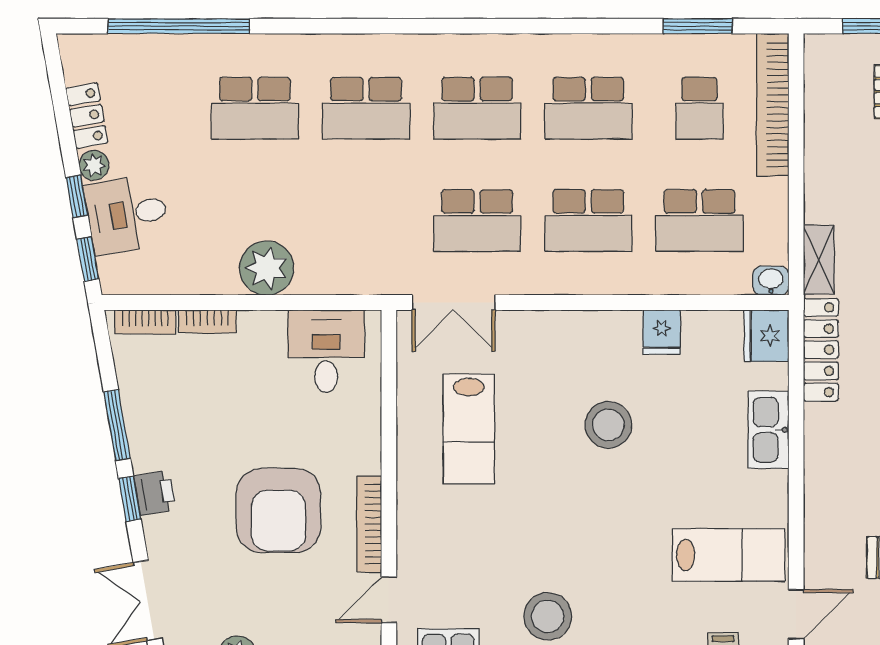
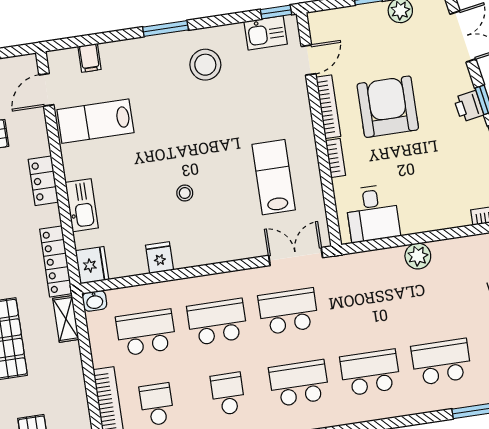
school desk: (588, 108) -> (228, 394), width x0.54
plant: (267, 268) -> (418, 256), width x0.73, depth x0.73
bookcase: (207, 321) -> (335, 158), moved, turned 90
stool: (608, 425) -> (185, 193), width x0.53, depth x0.53
locker: (822, 476) -> (43, 181), added

